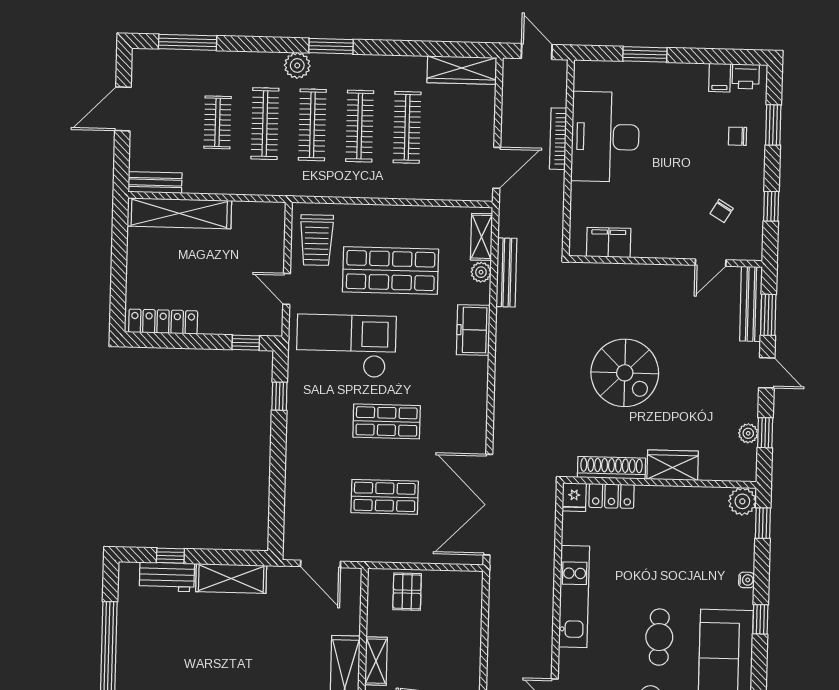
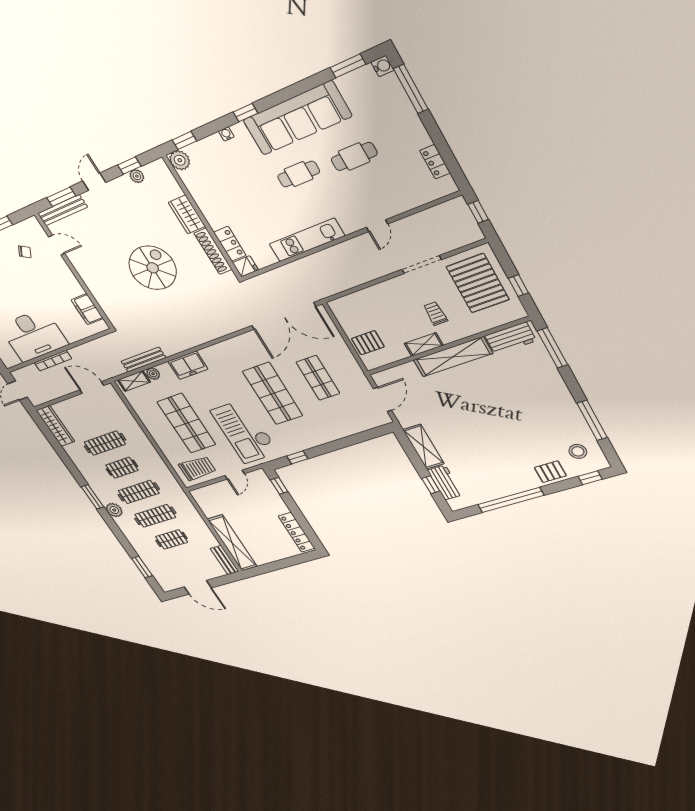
window: (188, 42) -> (142, 567), width x0.69
clothes rail: (360, 126) -> (122, 468), width x0.73
shop shelf: (387, 421) -> (273, 393), width x1.43, depth x1.36

